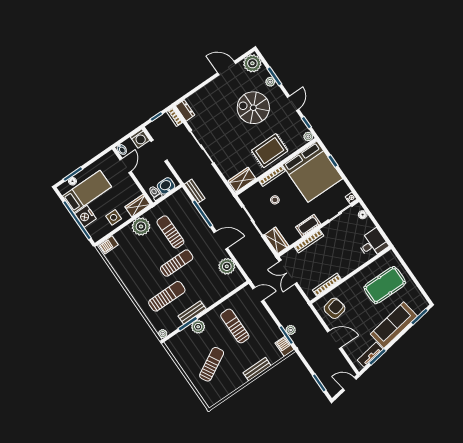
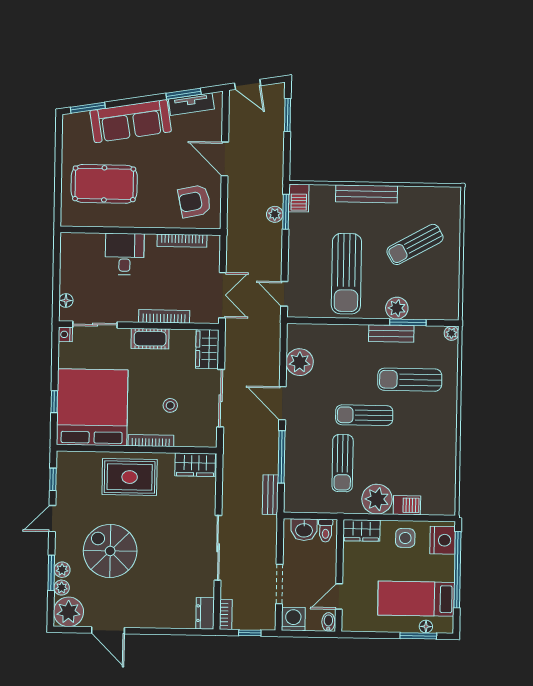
spiral stairs: (253, 108) -> (110, 551), turned 180
plant: (308, 136) -> (62, 588), moved
nightstand: (86, 216) -> (443, 540), moved
desk: (373, 244) -> (125, 254), moved, turned 90
barbecue: (108, 245) -> (407, 505), moved
sun lounger: (235, 326) -> (346, 274), width x1.36, depth x1.34
bench: (257, 369) -> (366, 194), width x1.36

